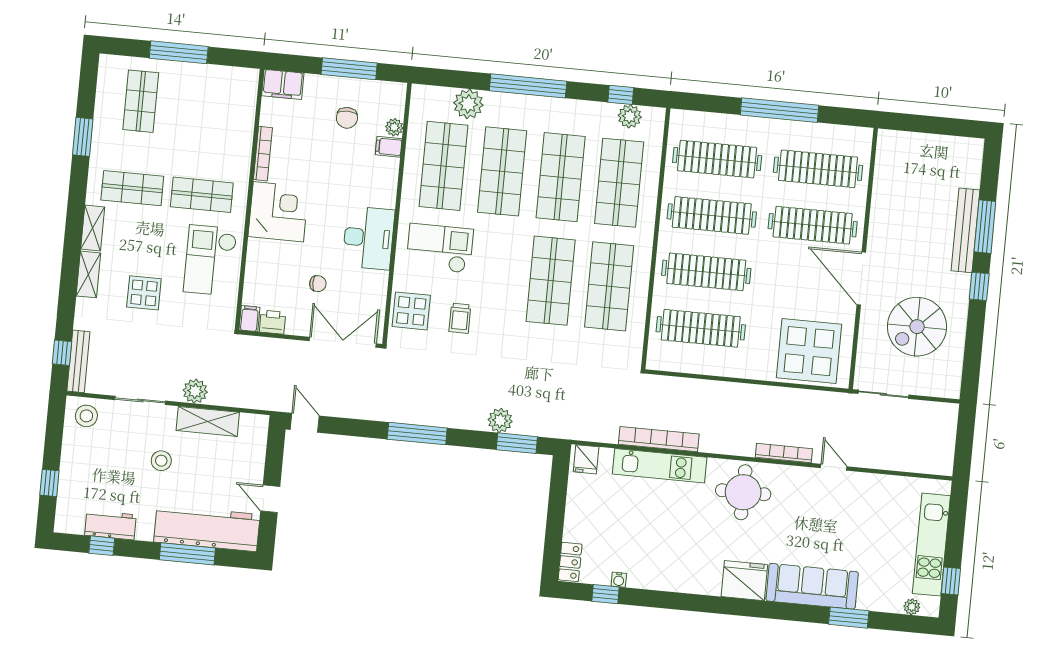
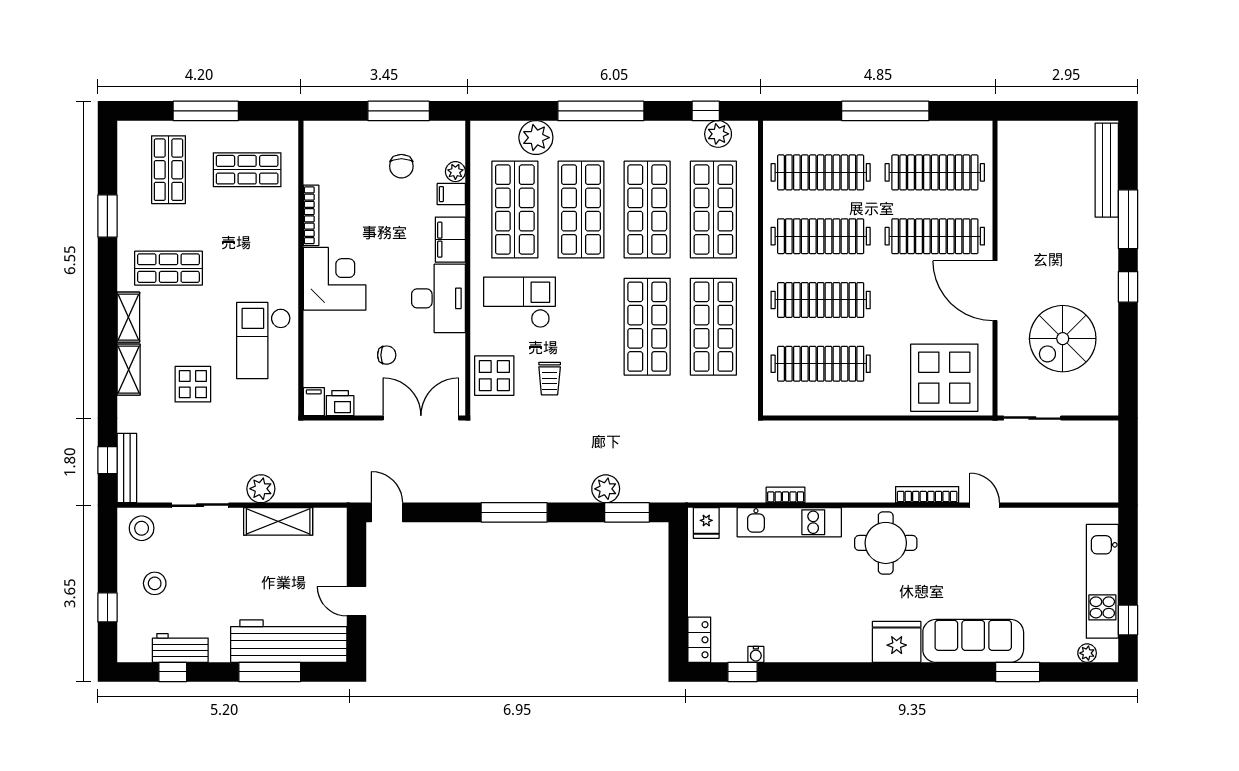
filing cabinet: (283, 84) -> (450, 240), moved, turned 90
shop shelf: (202, 195) -> (247, 170), moved
bench: (966, 230) -> (1107, 170), moved
bookcase: (659, 439) -> (786, 495), width x0.43, depth x0.76
stool: (161, 461) -> (155, 583), moved

